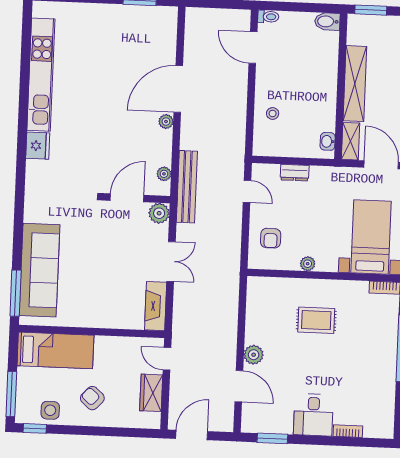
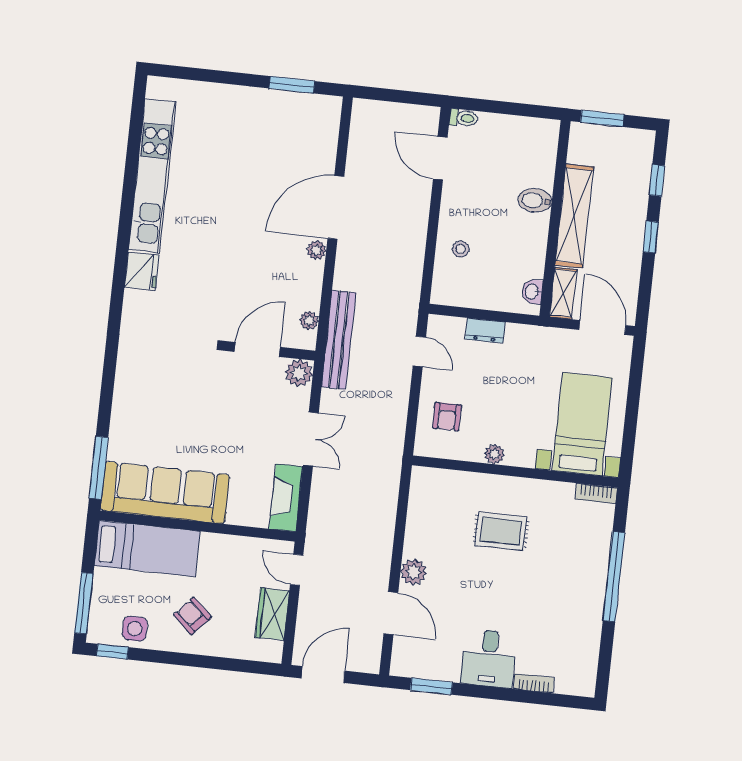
bidet: (327, 21) -> (535, 200), moved
sofa: (39, 270) -> (165, 493), moved, turned -90

